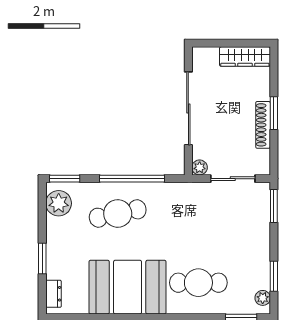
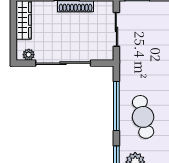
plant: (200, 167) -> (29, 55), moved

